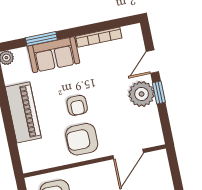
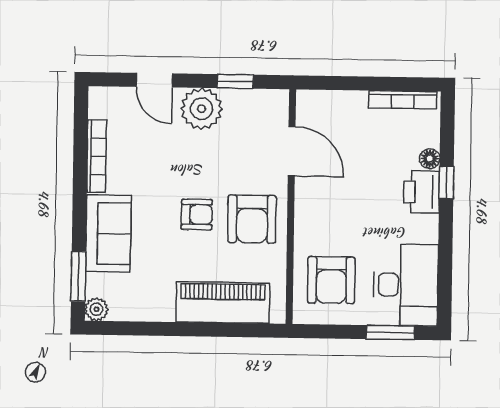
window: (41, 39) -> (78, 276), moved
window: (159, 93) -> (235, 81), moved
piano: (23, 112) -> (223, 303), moved

